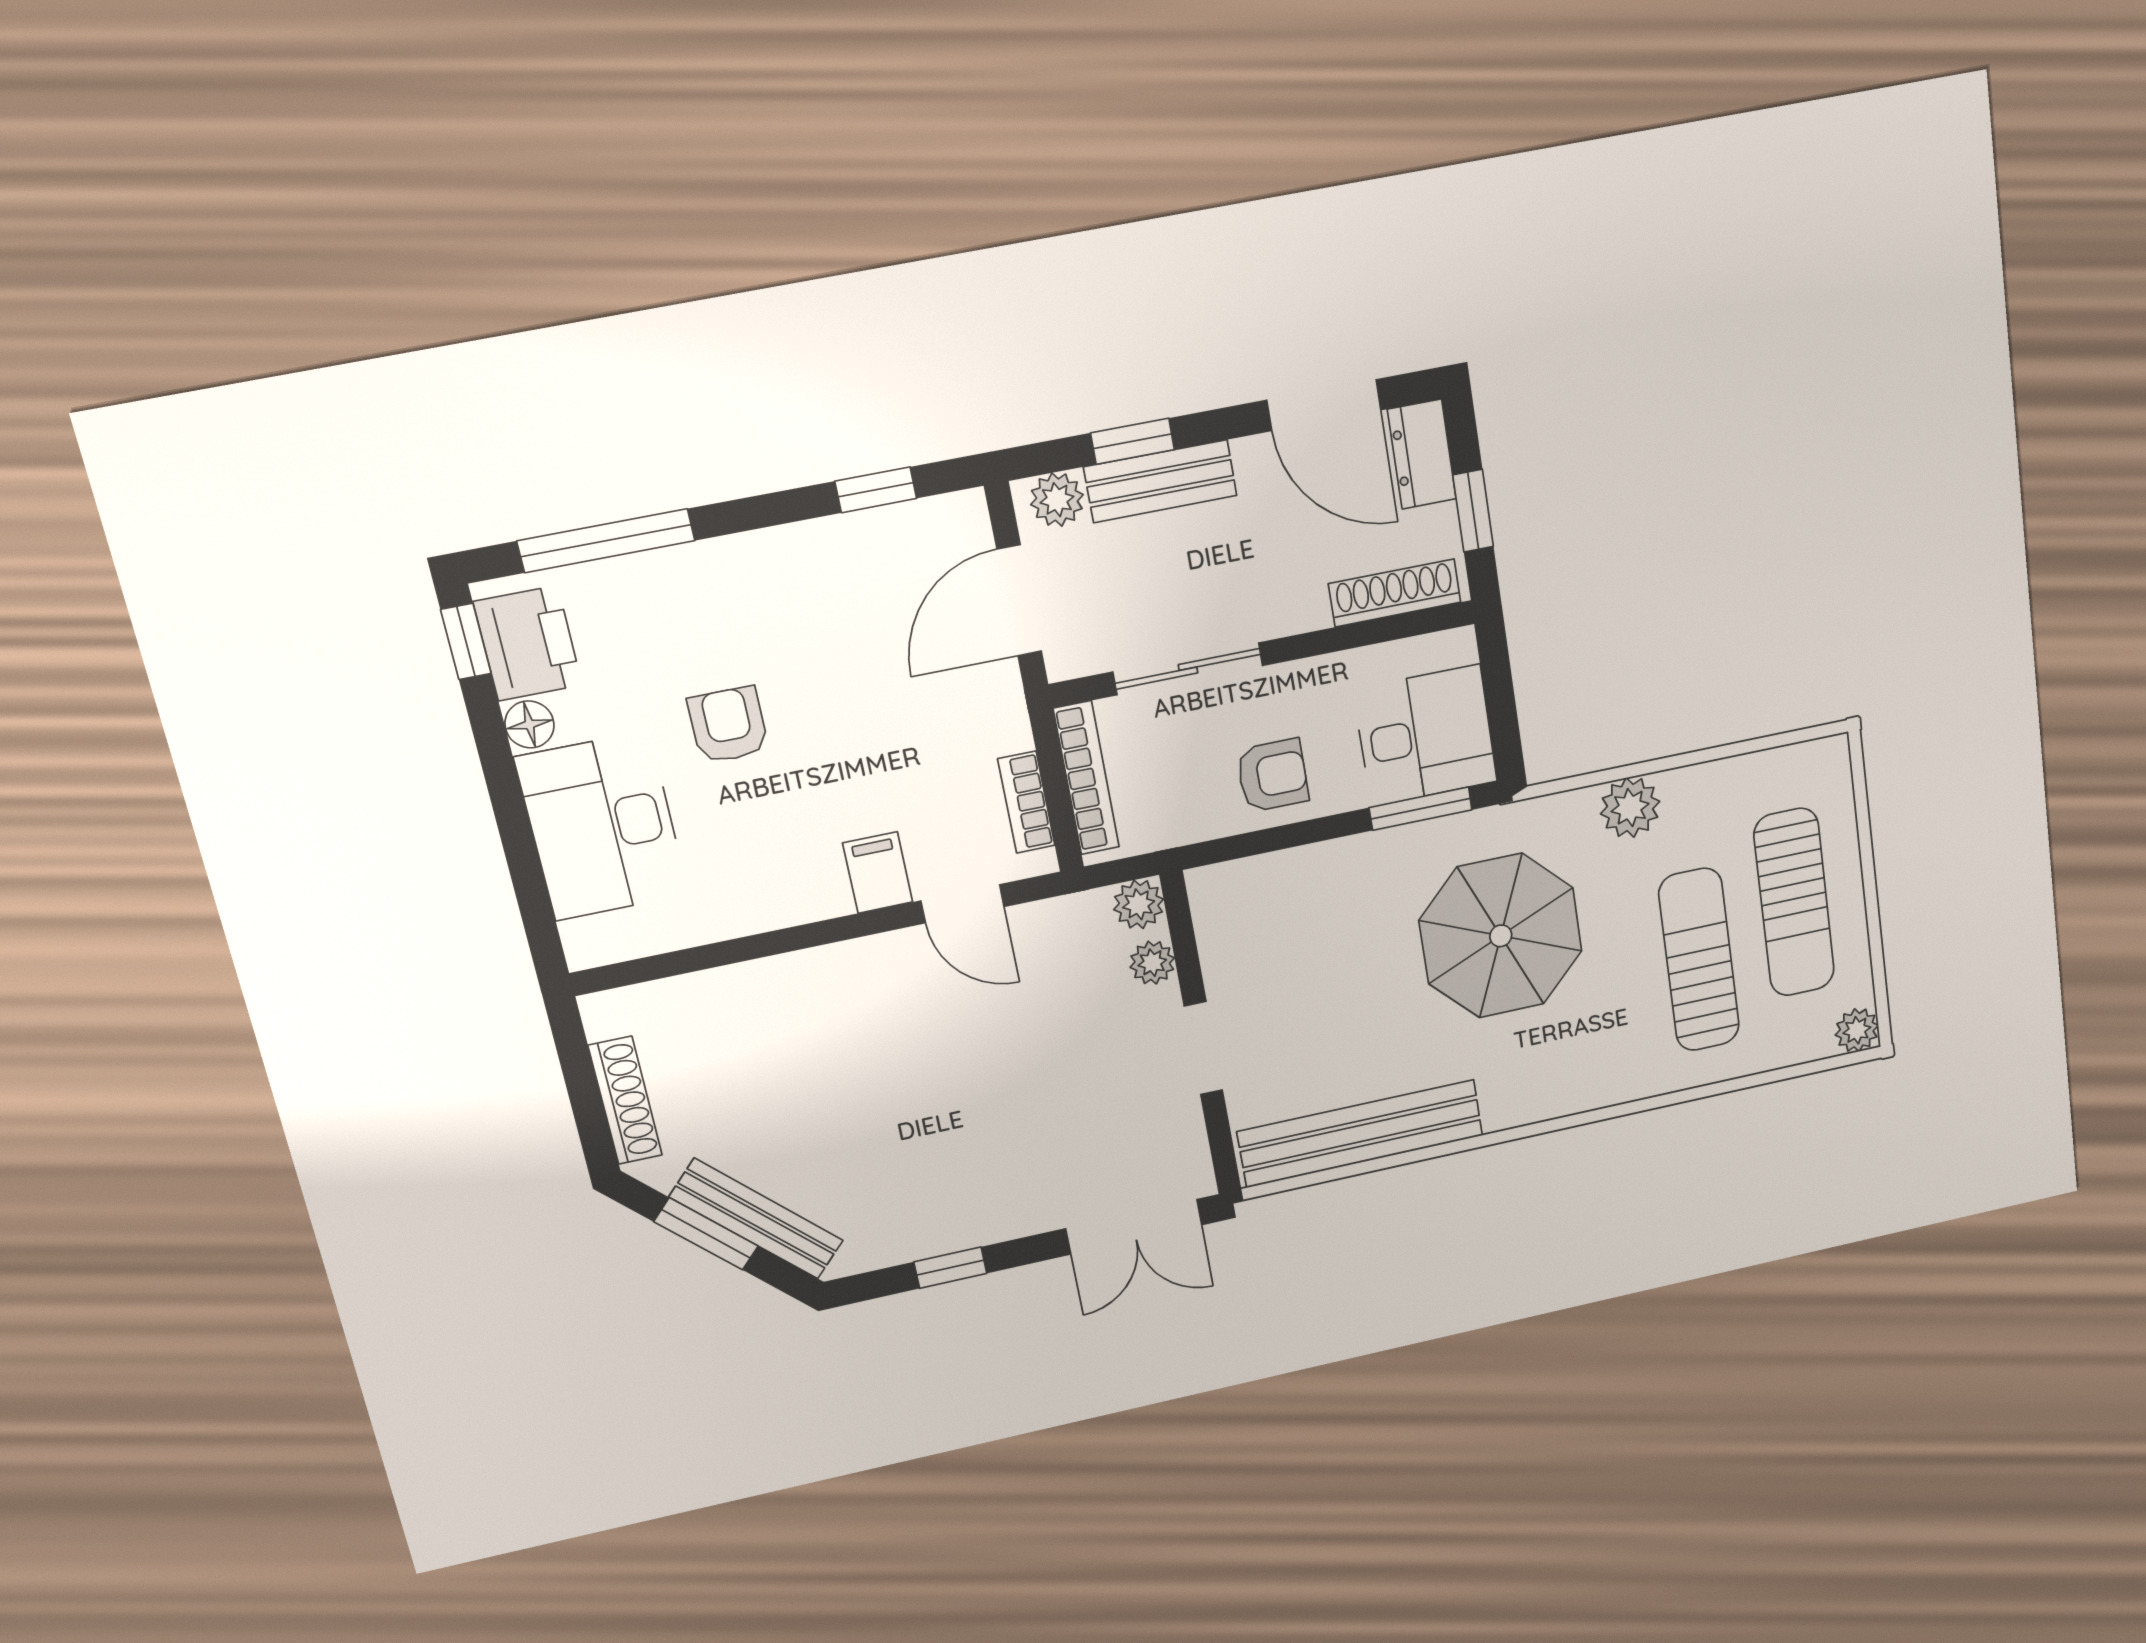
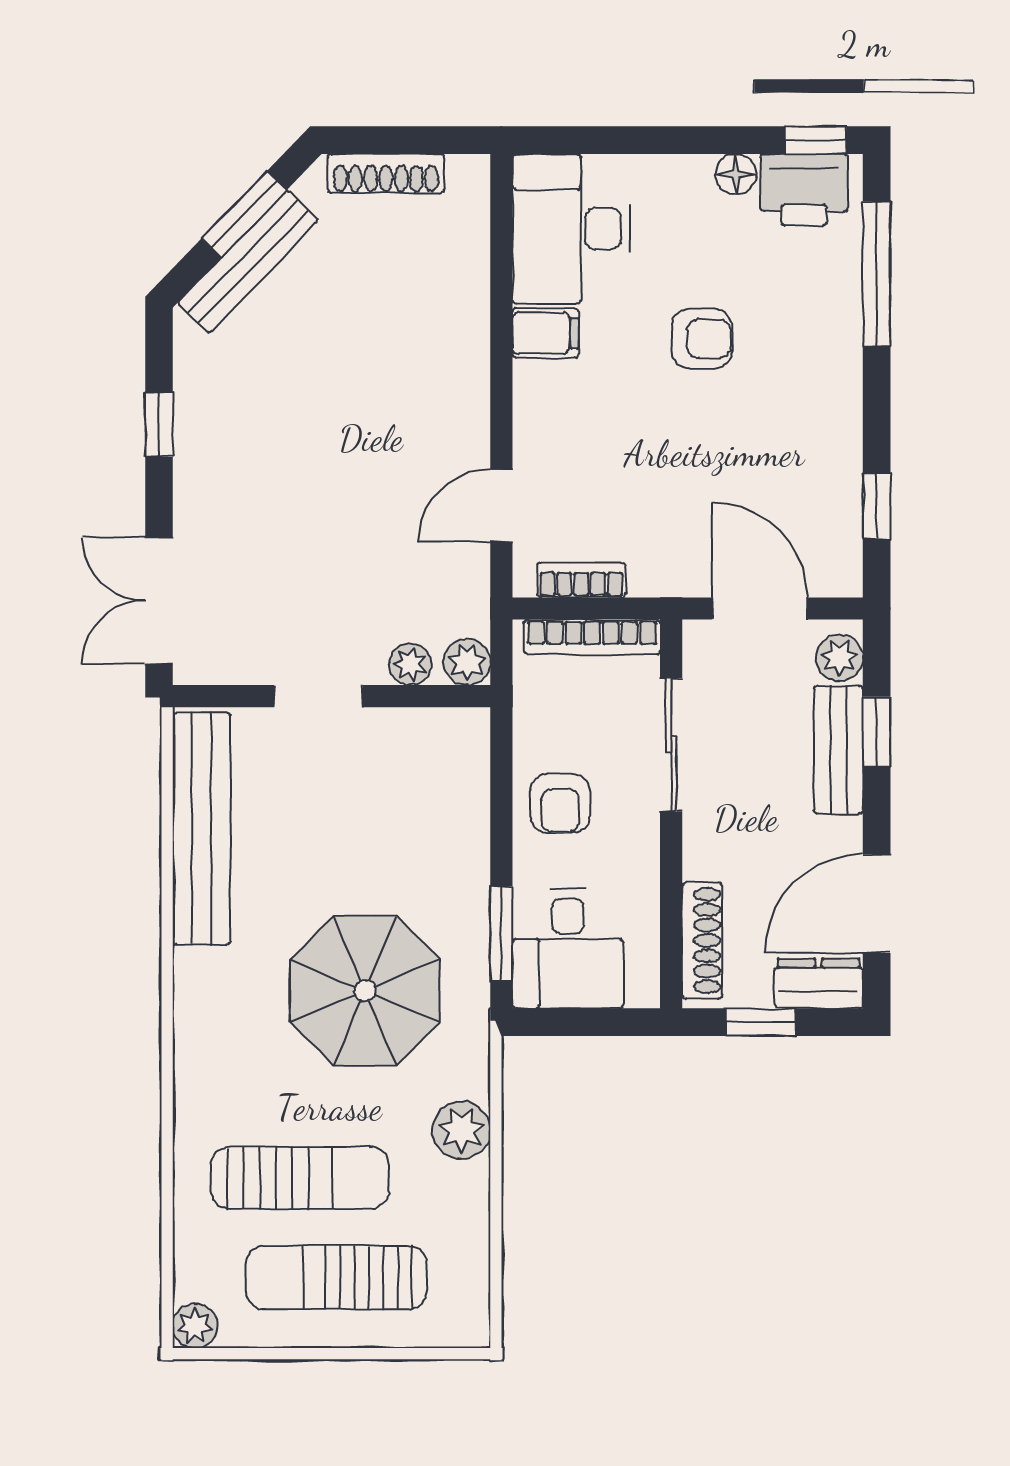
desk: (602, 826) -> (571, 229), moved, turned -90
filing cabinet: (878, 873) -> (545, 333), moved

